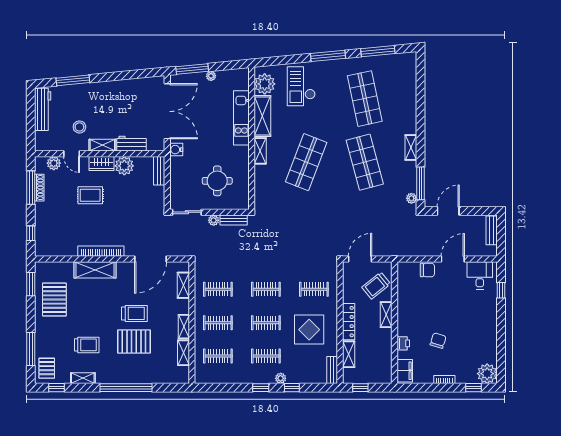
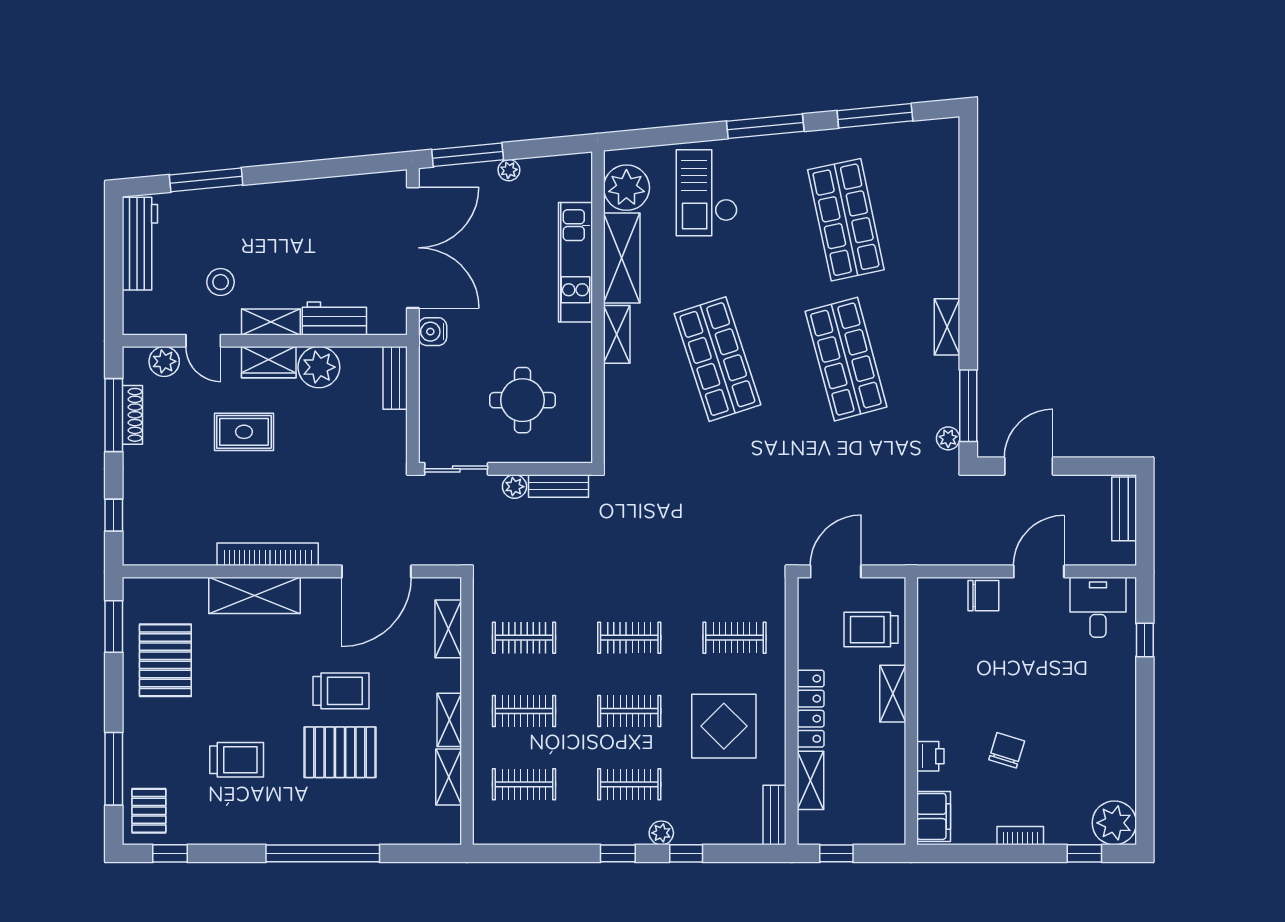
shop shelf: (306, 162) -> (717, 359), turned -39
trolley: (376, 286) -> (871, 630), turned 39
shelving: (83, 378) -> (228, 833), removed

